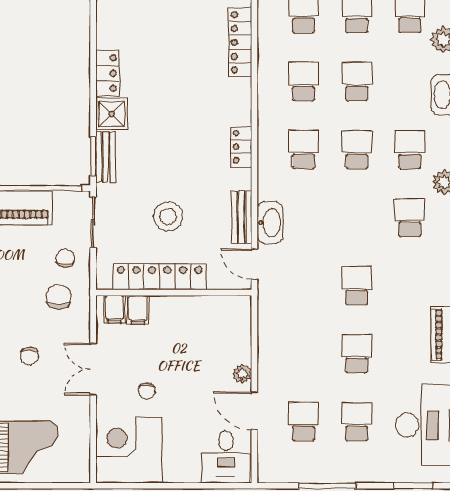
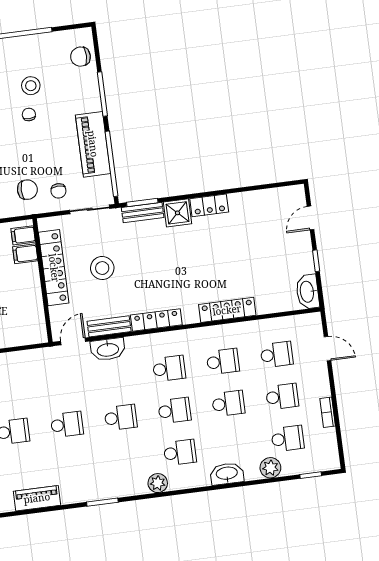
locker: (240, 42) -> (227, 310), moved
locker: (241, 147) -> (156, 320), width x1.53
school desk: (410, 218) -> (121, 417), moved
chair: (65, 258) -> (58, 191), turned 90

